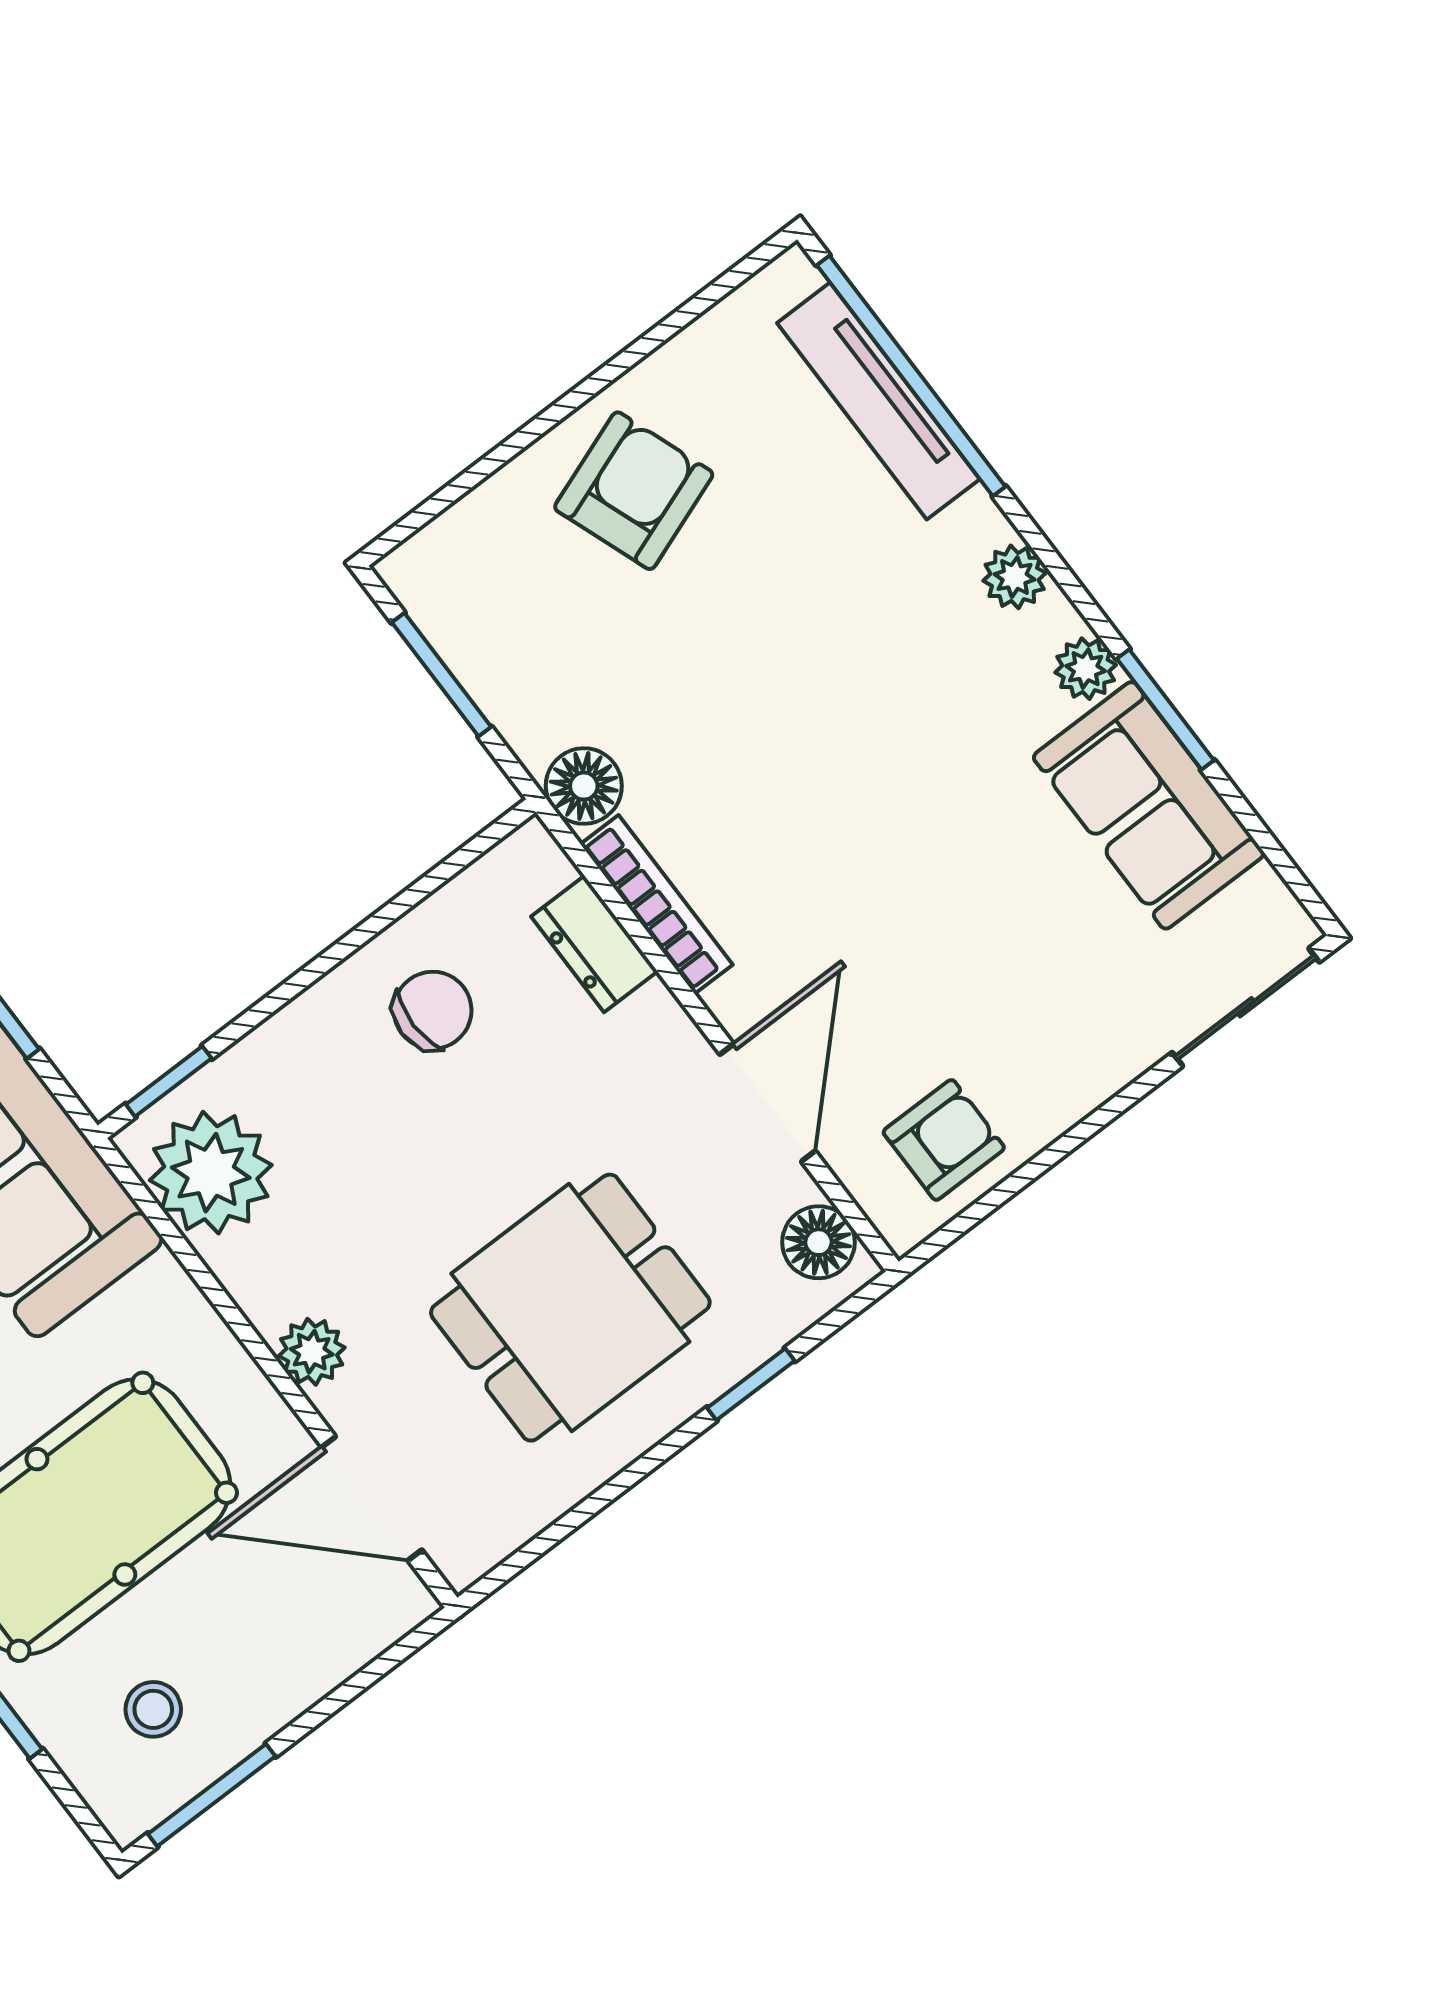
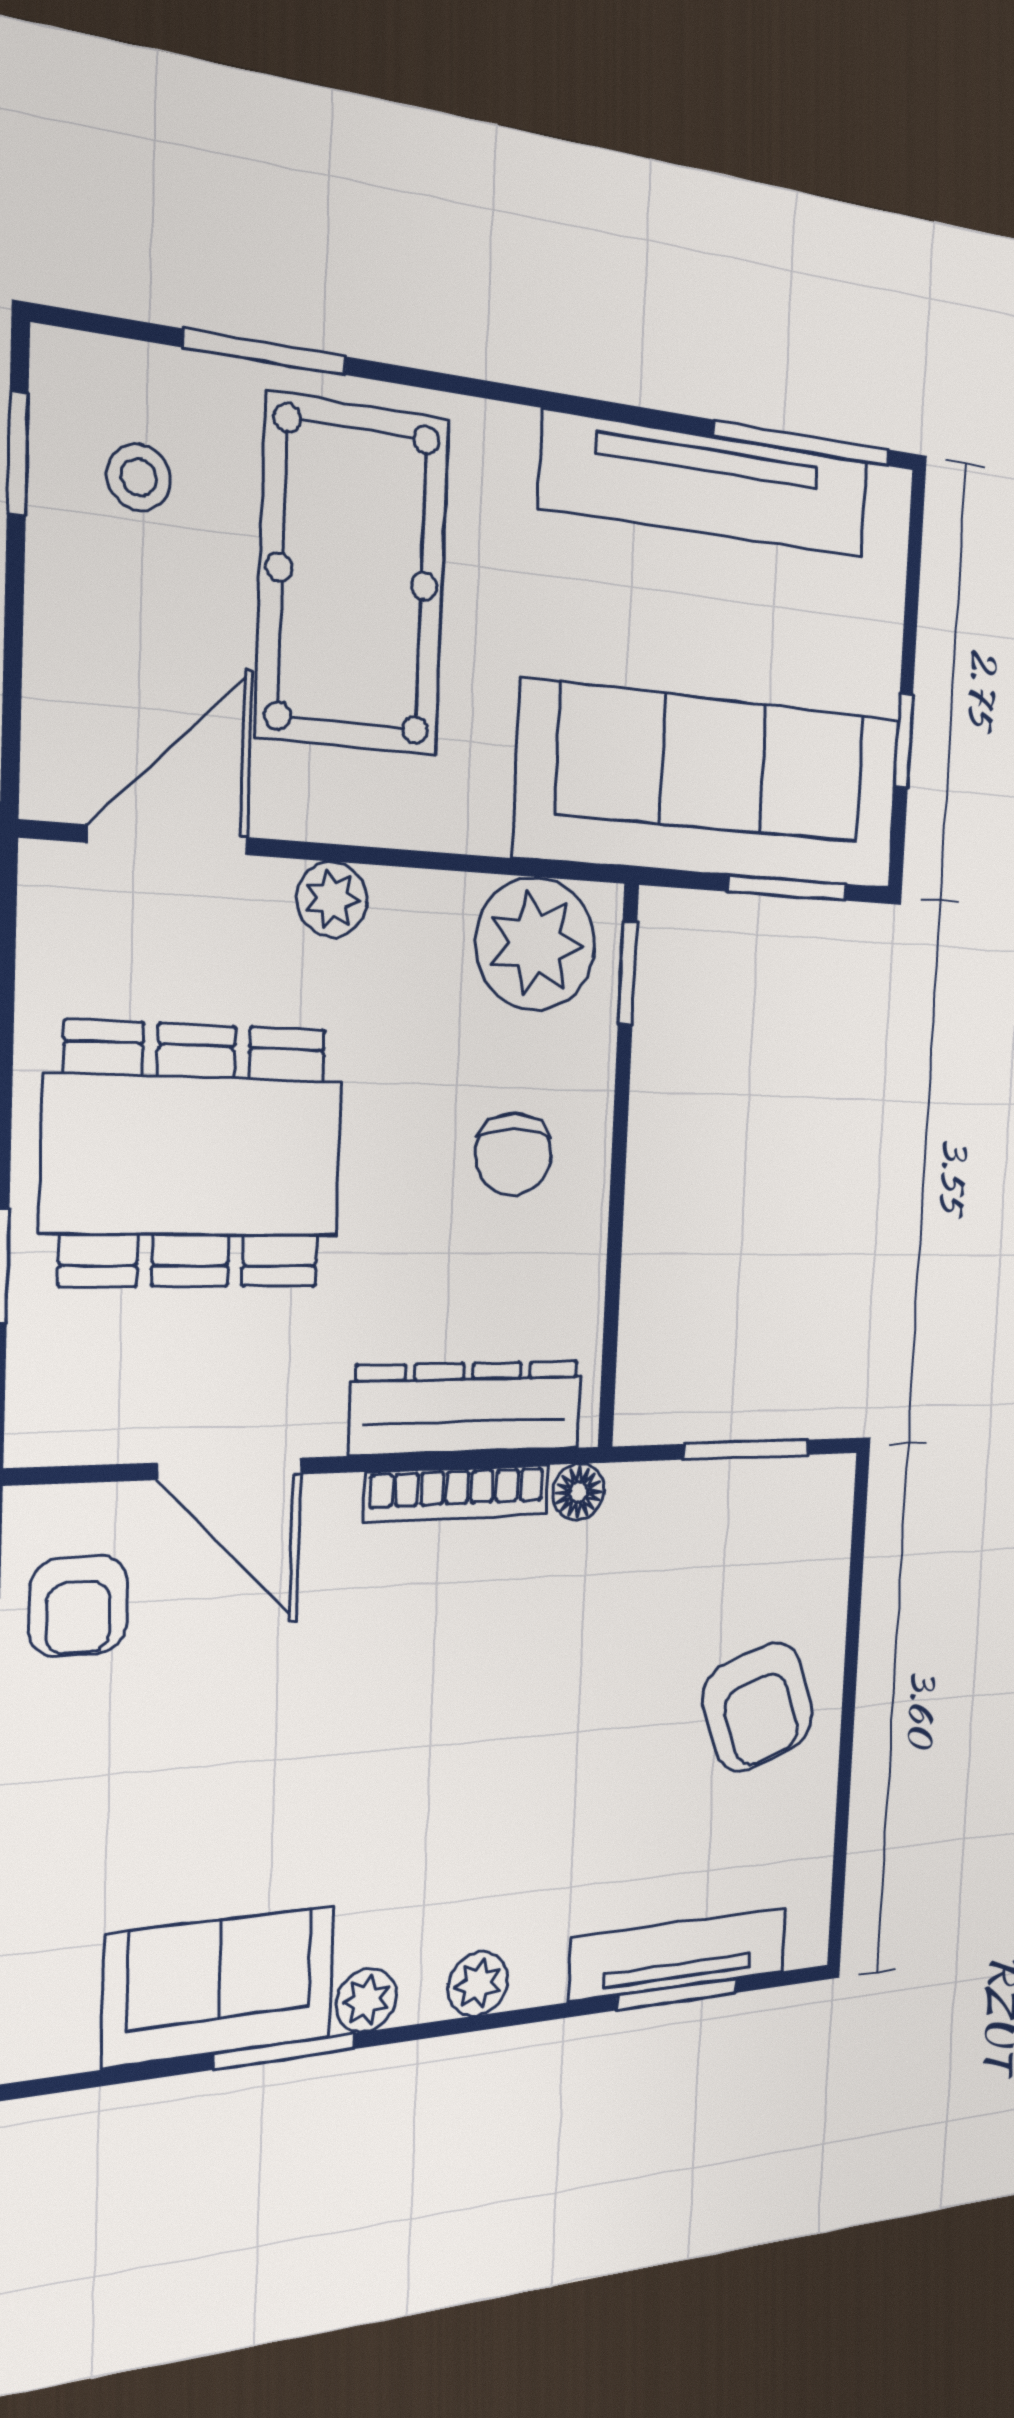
window: (911, 376) -> (677, 1994), width x0.47
floor lamp: (584, 786) -> (578, 1492), width x0.73, depth x0.73
dresser: (594, 944) -> (467, 1408), width x1.96, depth x1.24
chair: (433, 1010) -> (513, 1154), moved
floor lamp: (819, 1242) -> (77, 1425), removed
dining table: (570, 1308) -> (193, 1156), width x1.37
window: (212, 1795) -> (18, 453), width x0.67

